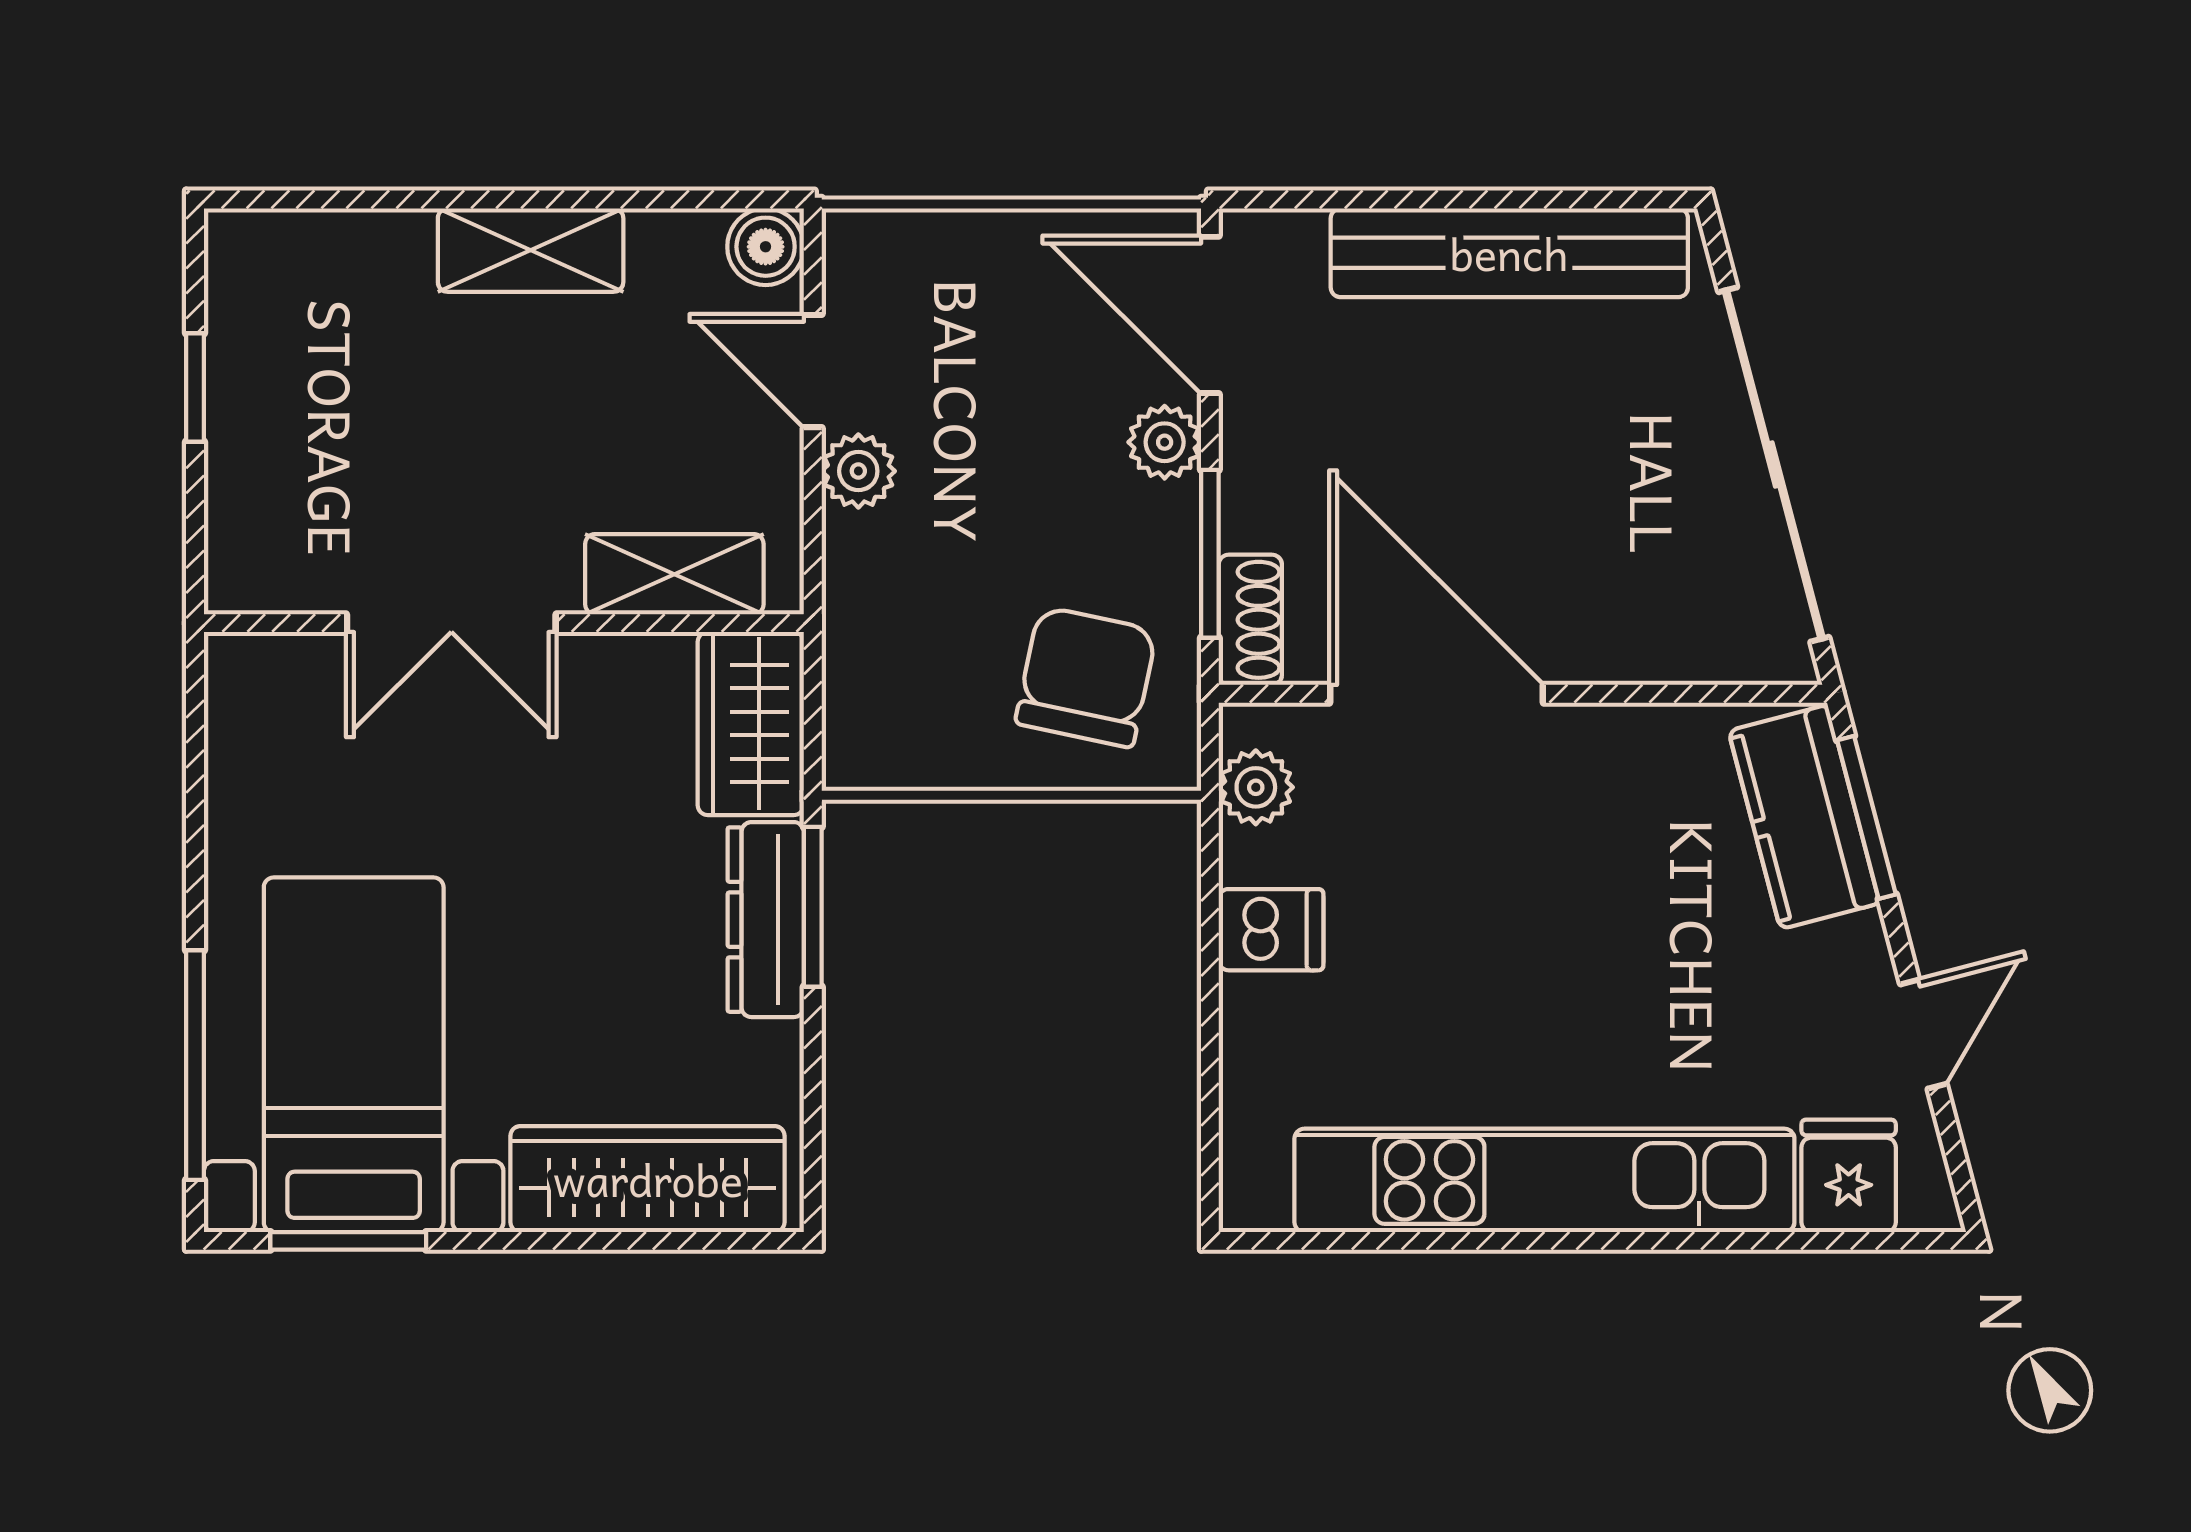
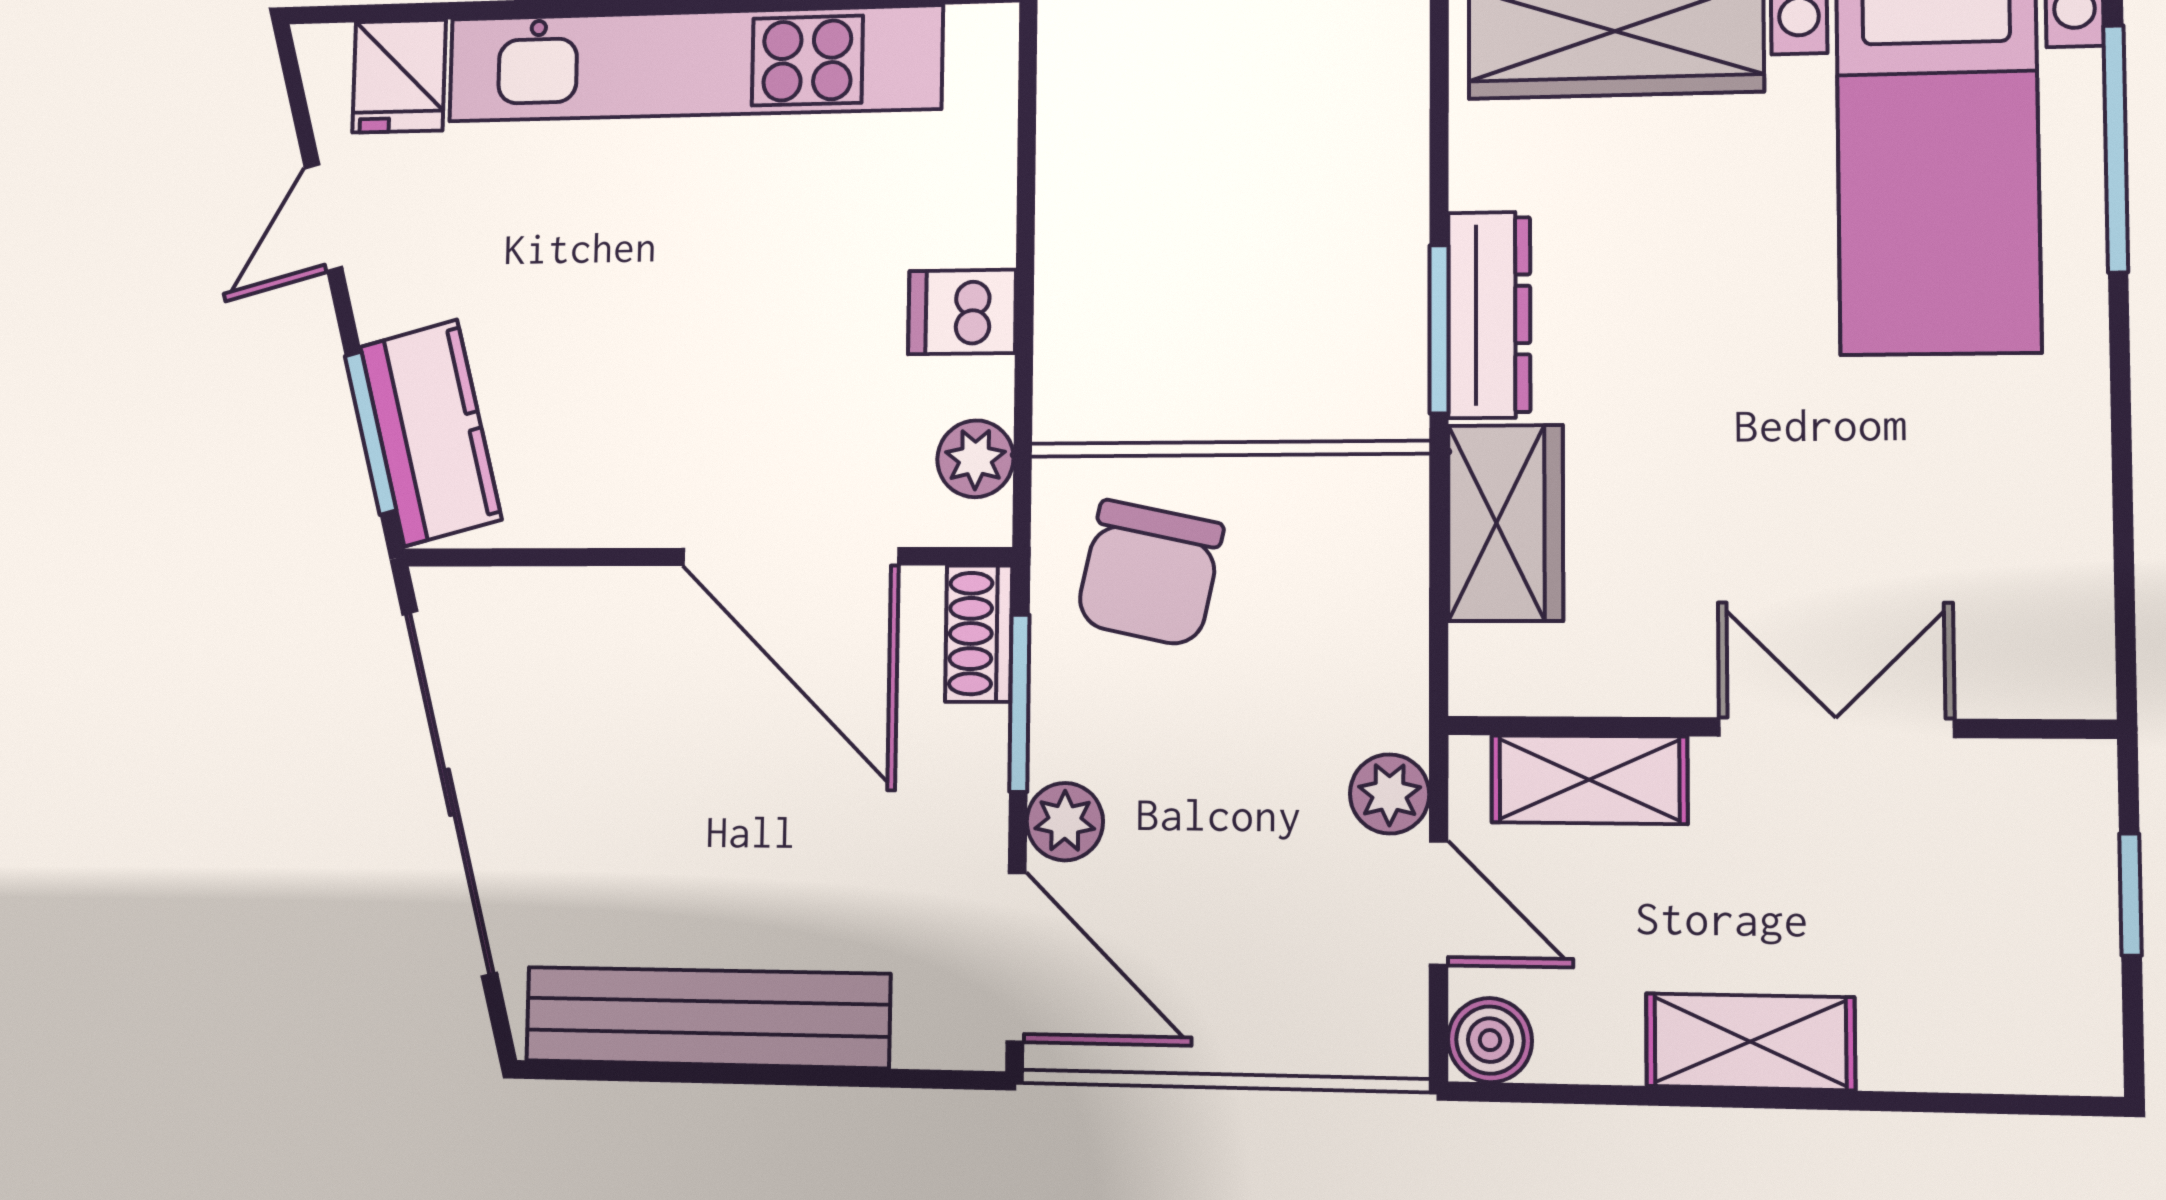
shelving: (674, 574) -> (1589, 780), moved
double door: (451, 623) -> (1836, 728), moved
wall: (504, 623) -> (1777, 727), moved

